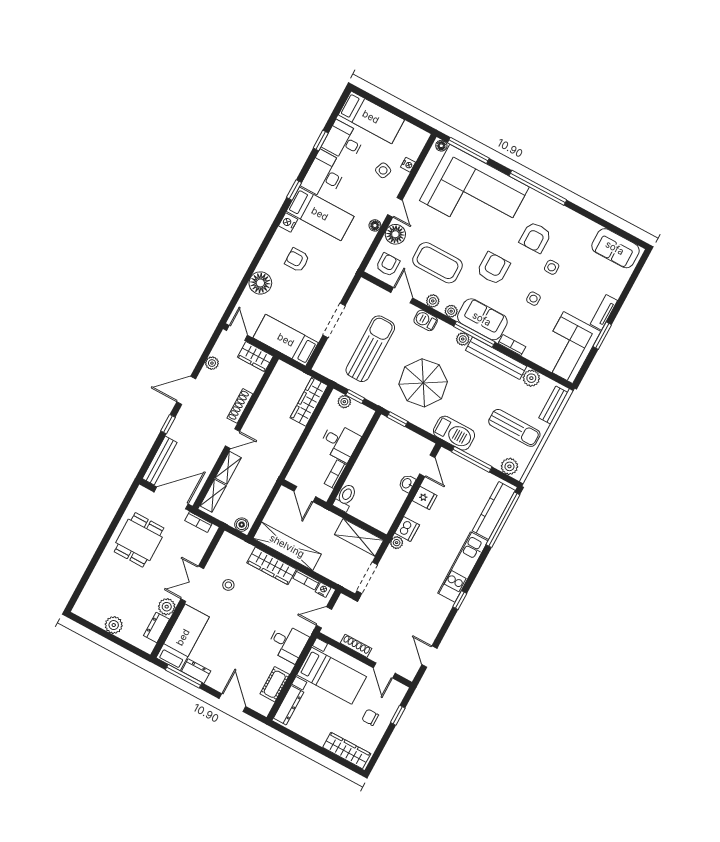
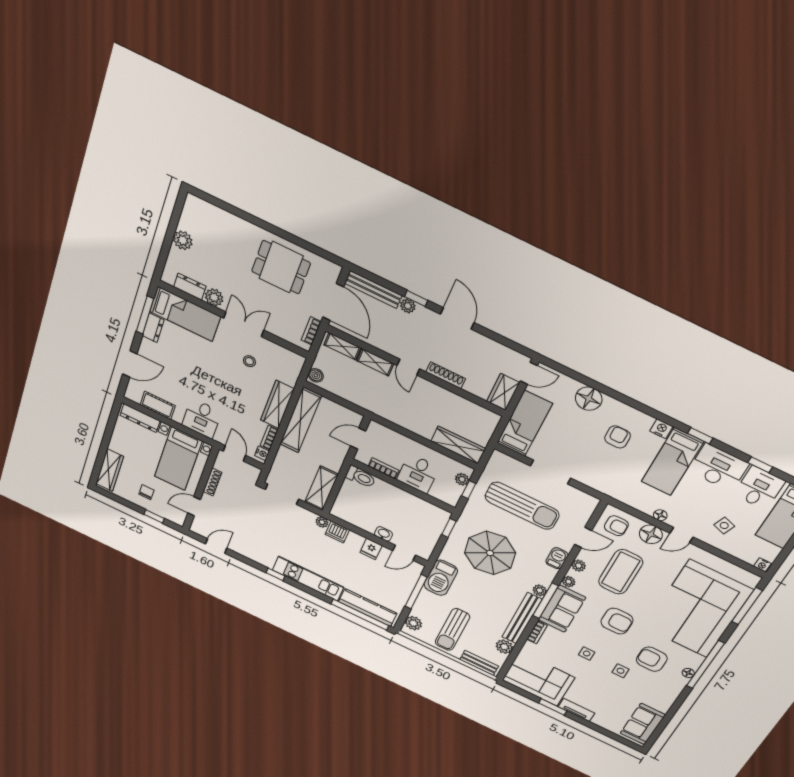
floor lamp: (441, 146) -> (688, 673), moved
nightstand: (408, 165) -> (762, 565), moved
plant: (212, 363) -> (408, 306), moved

